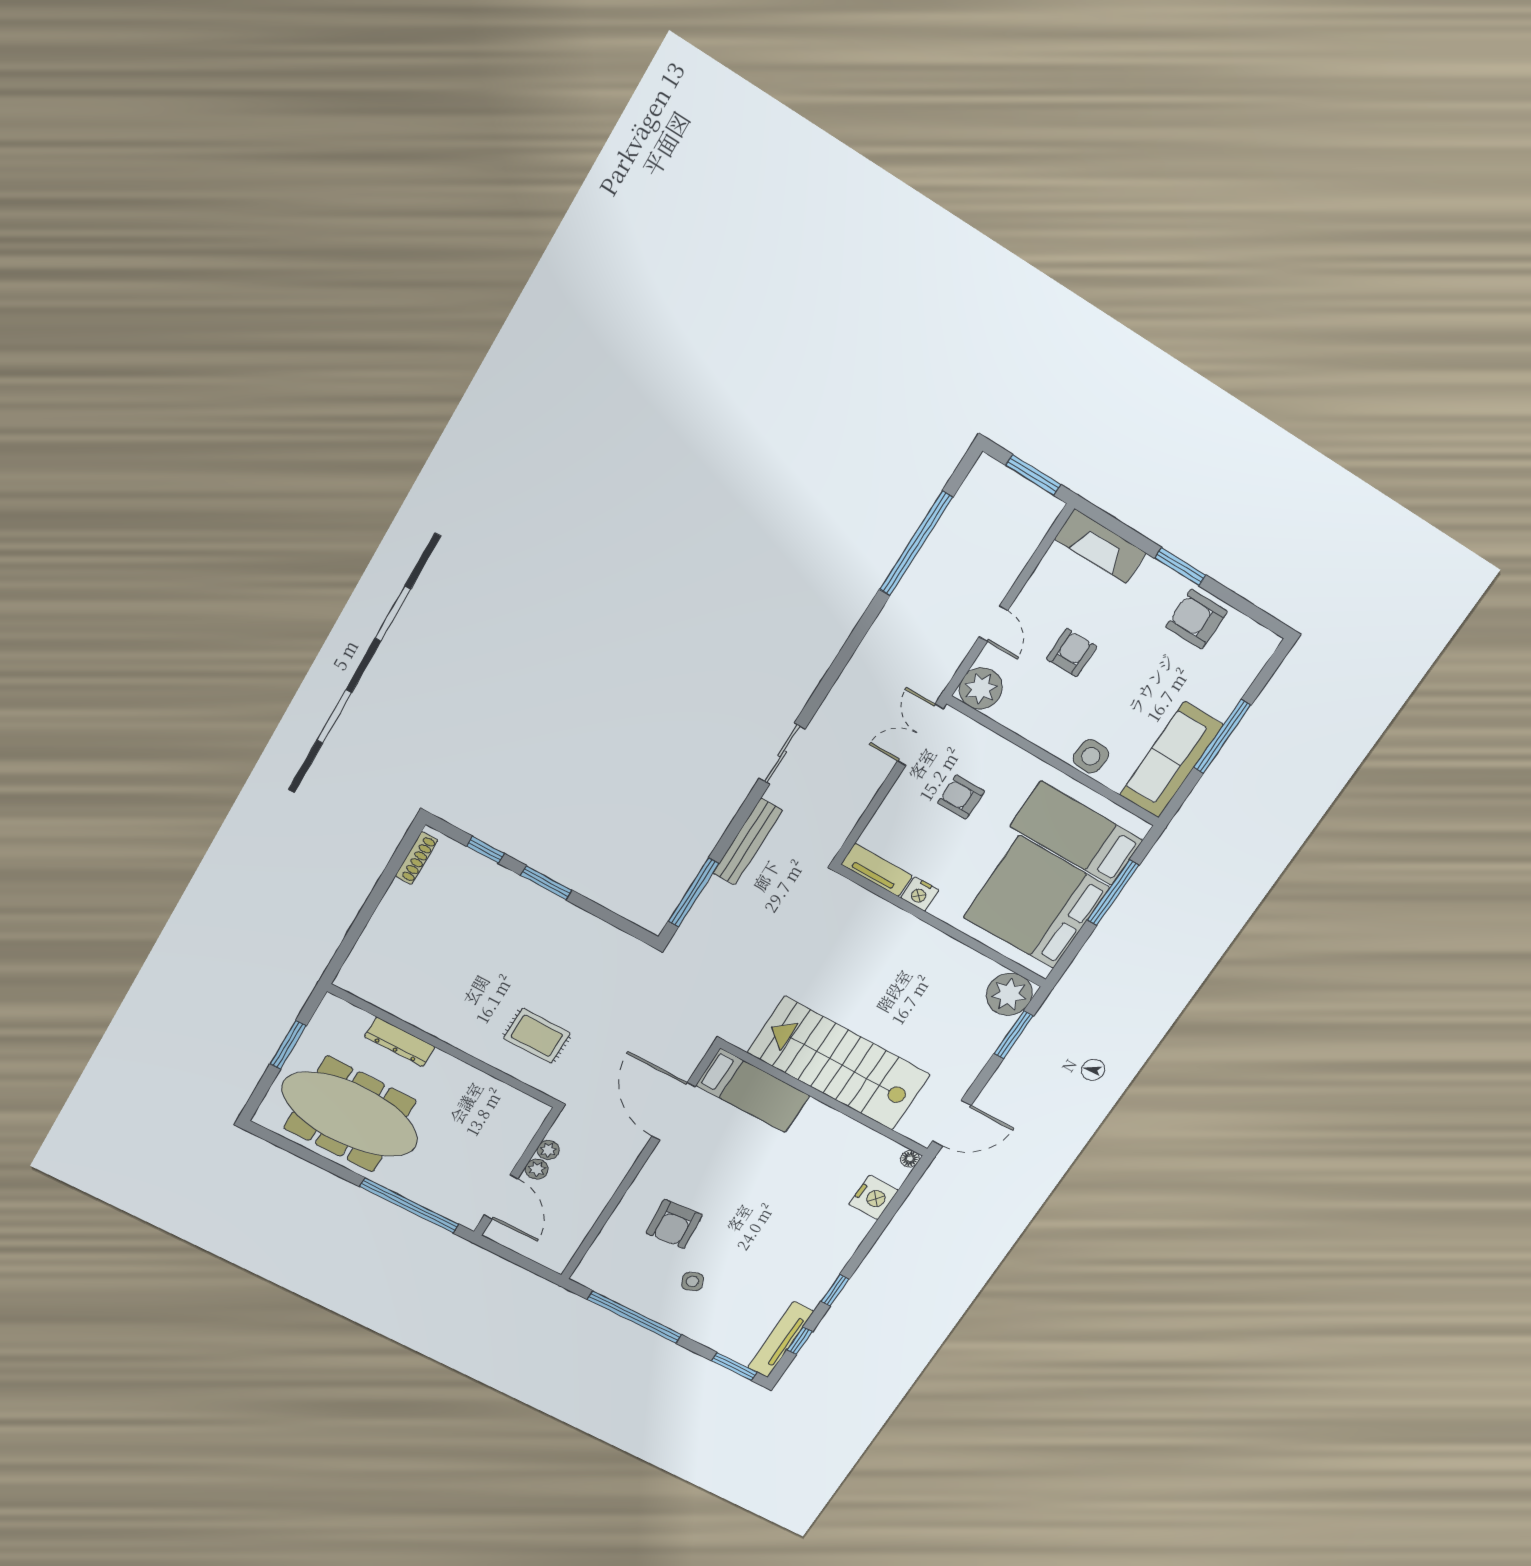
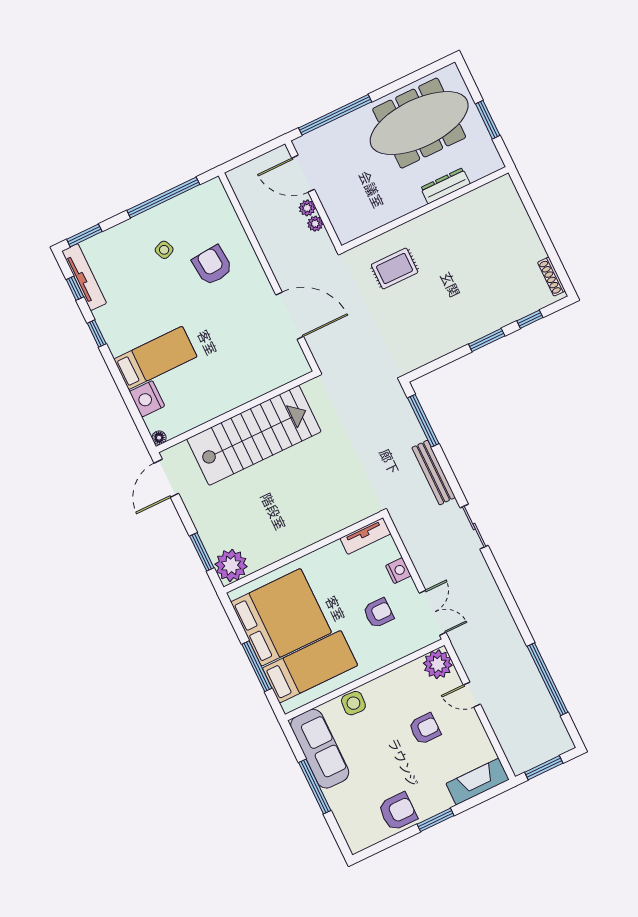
armchair: (1072, 653) -> (425, 729), turned -90
nightstand: (920, 894) -> (398, 571), moved, turned 90
bed: (753, 1090) -> (155, 358), moved, turned 180

